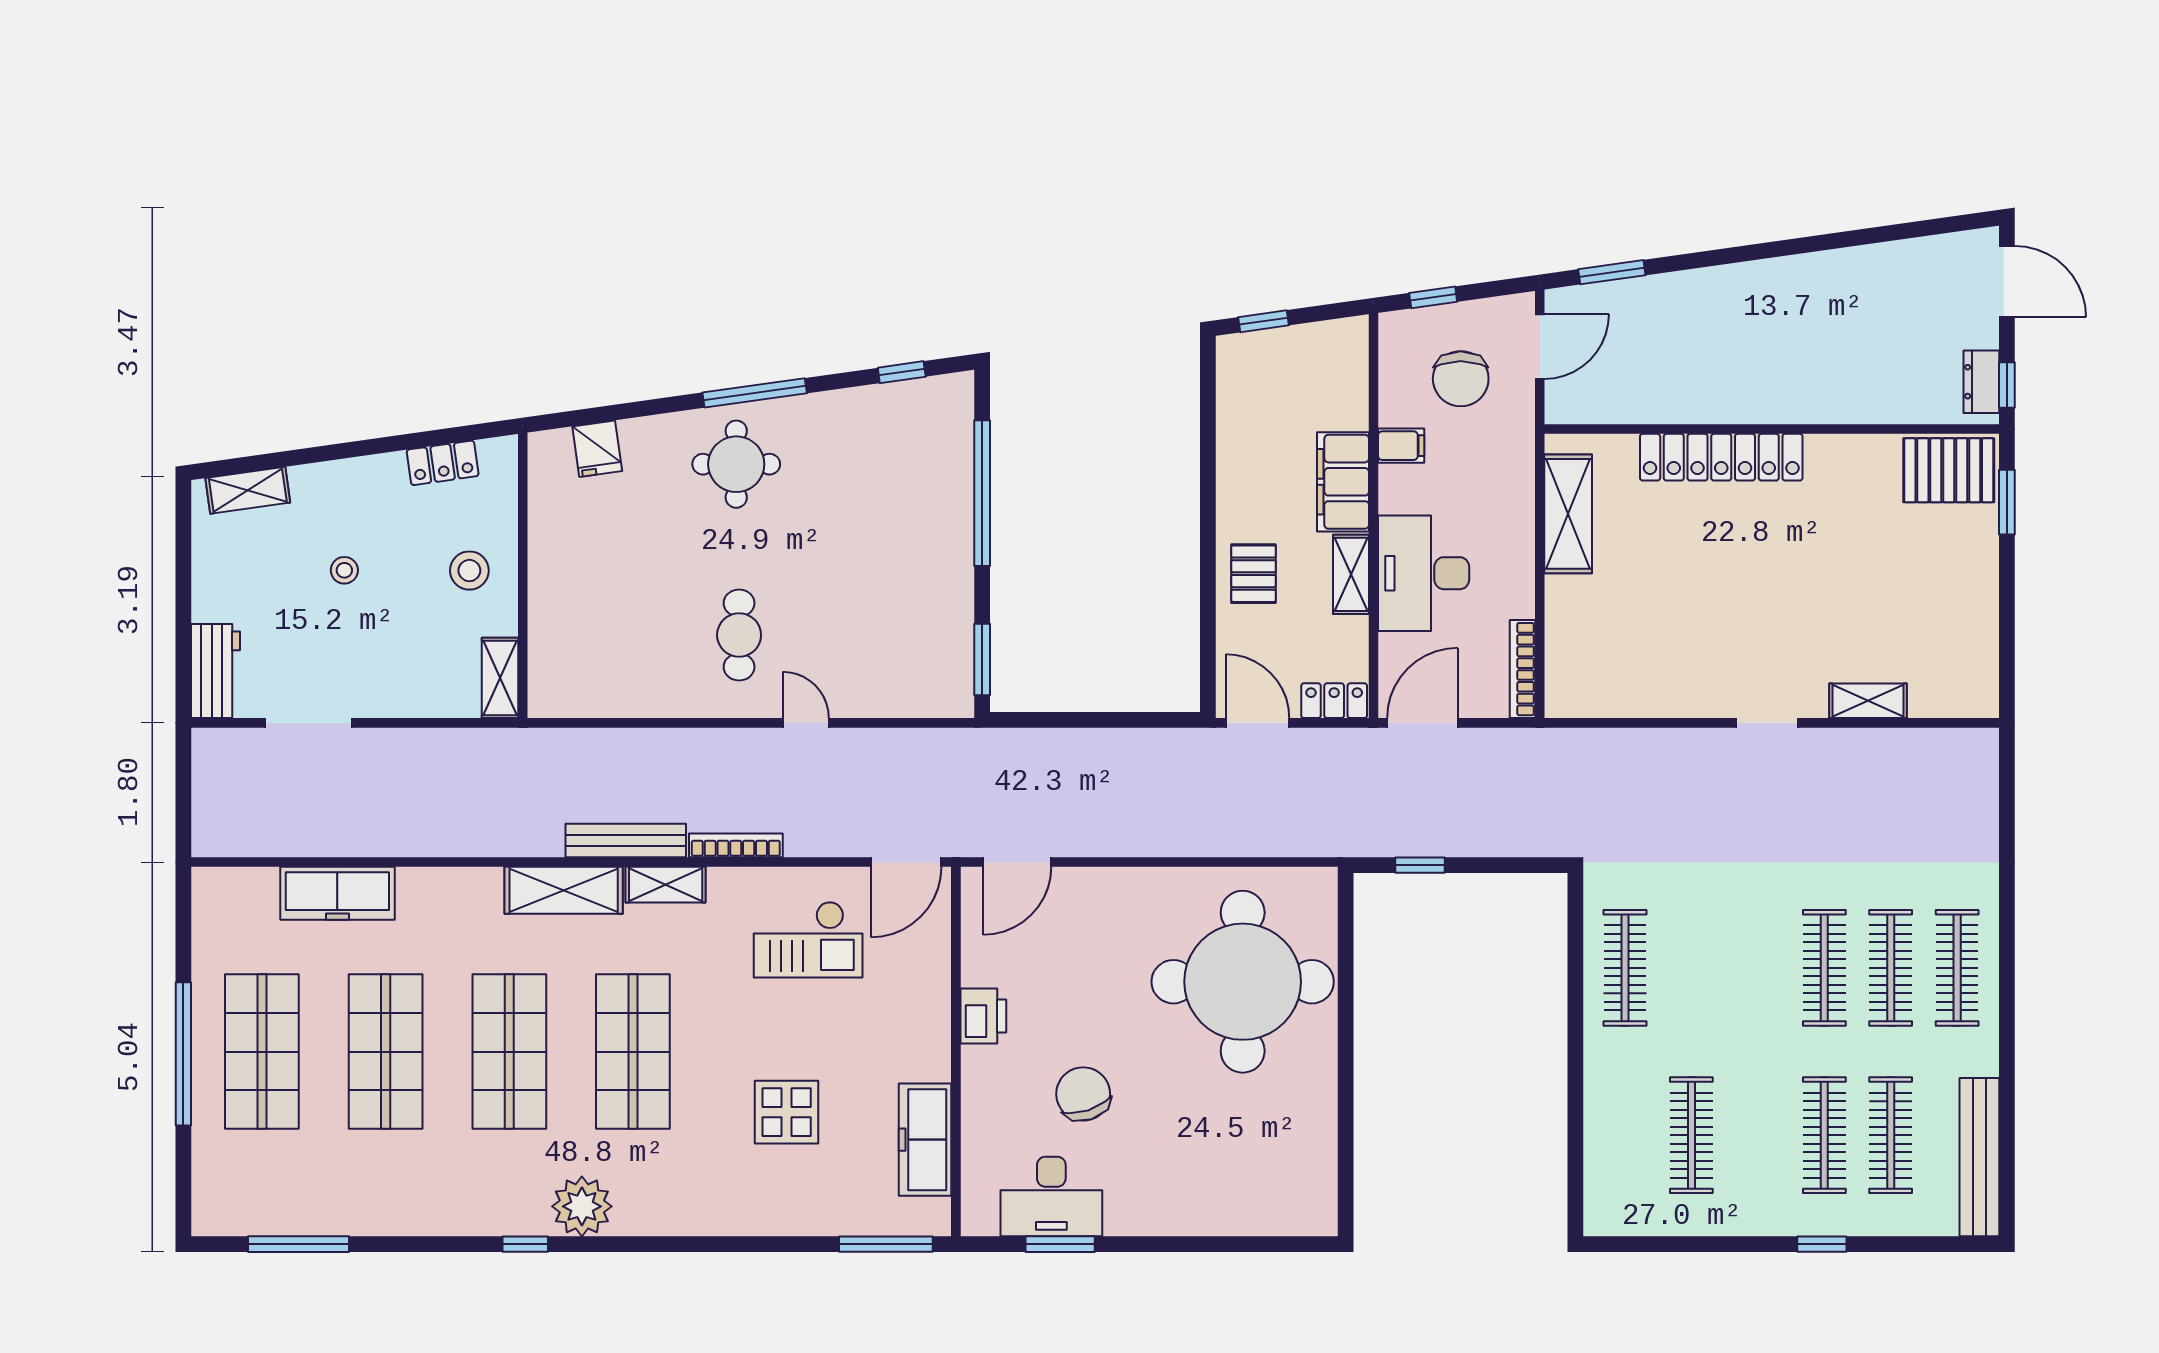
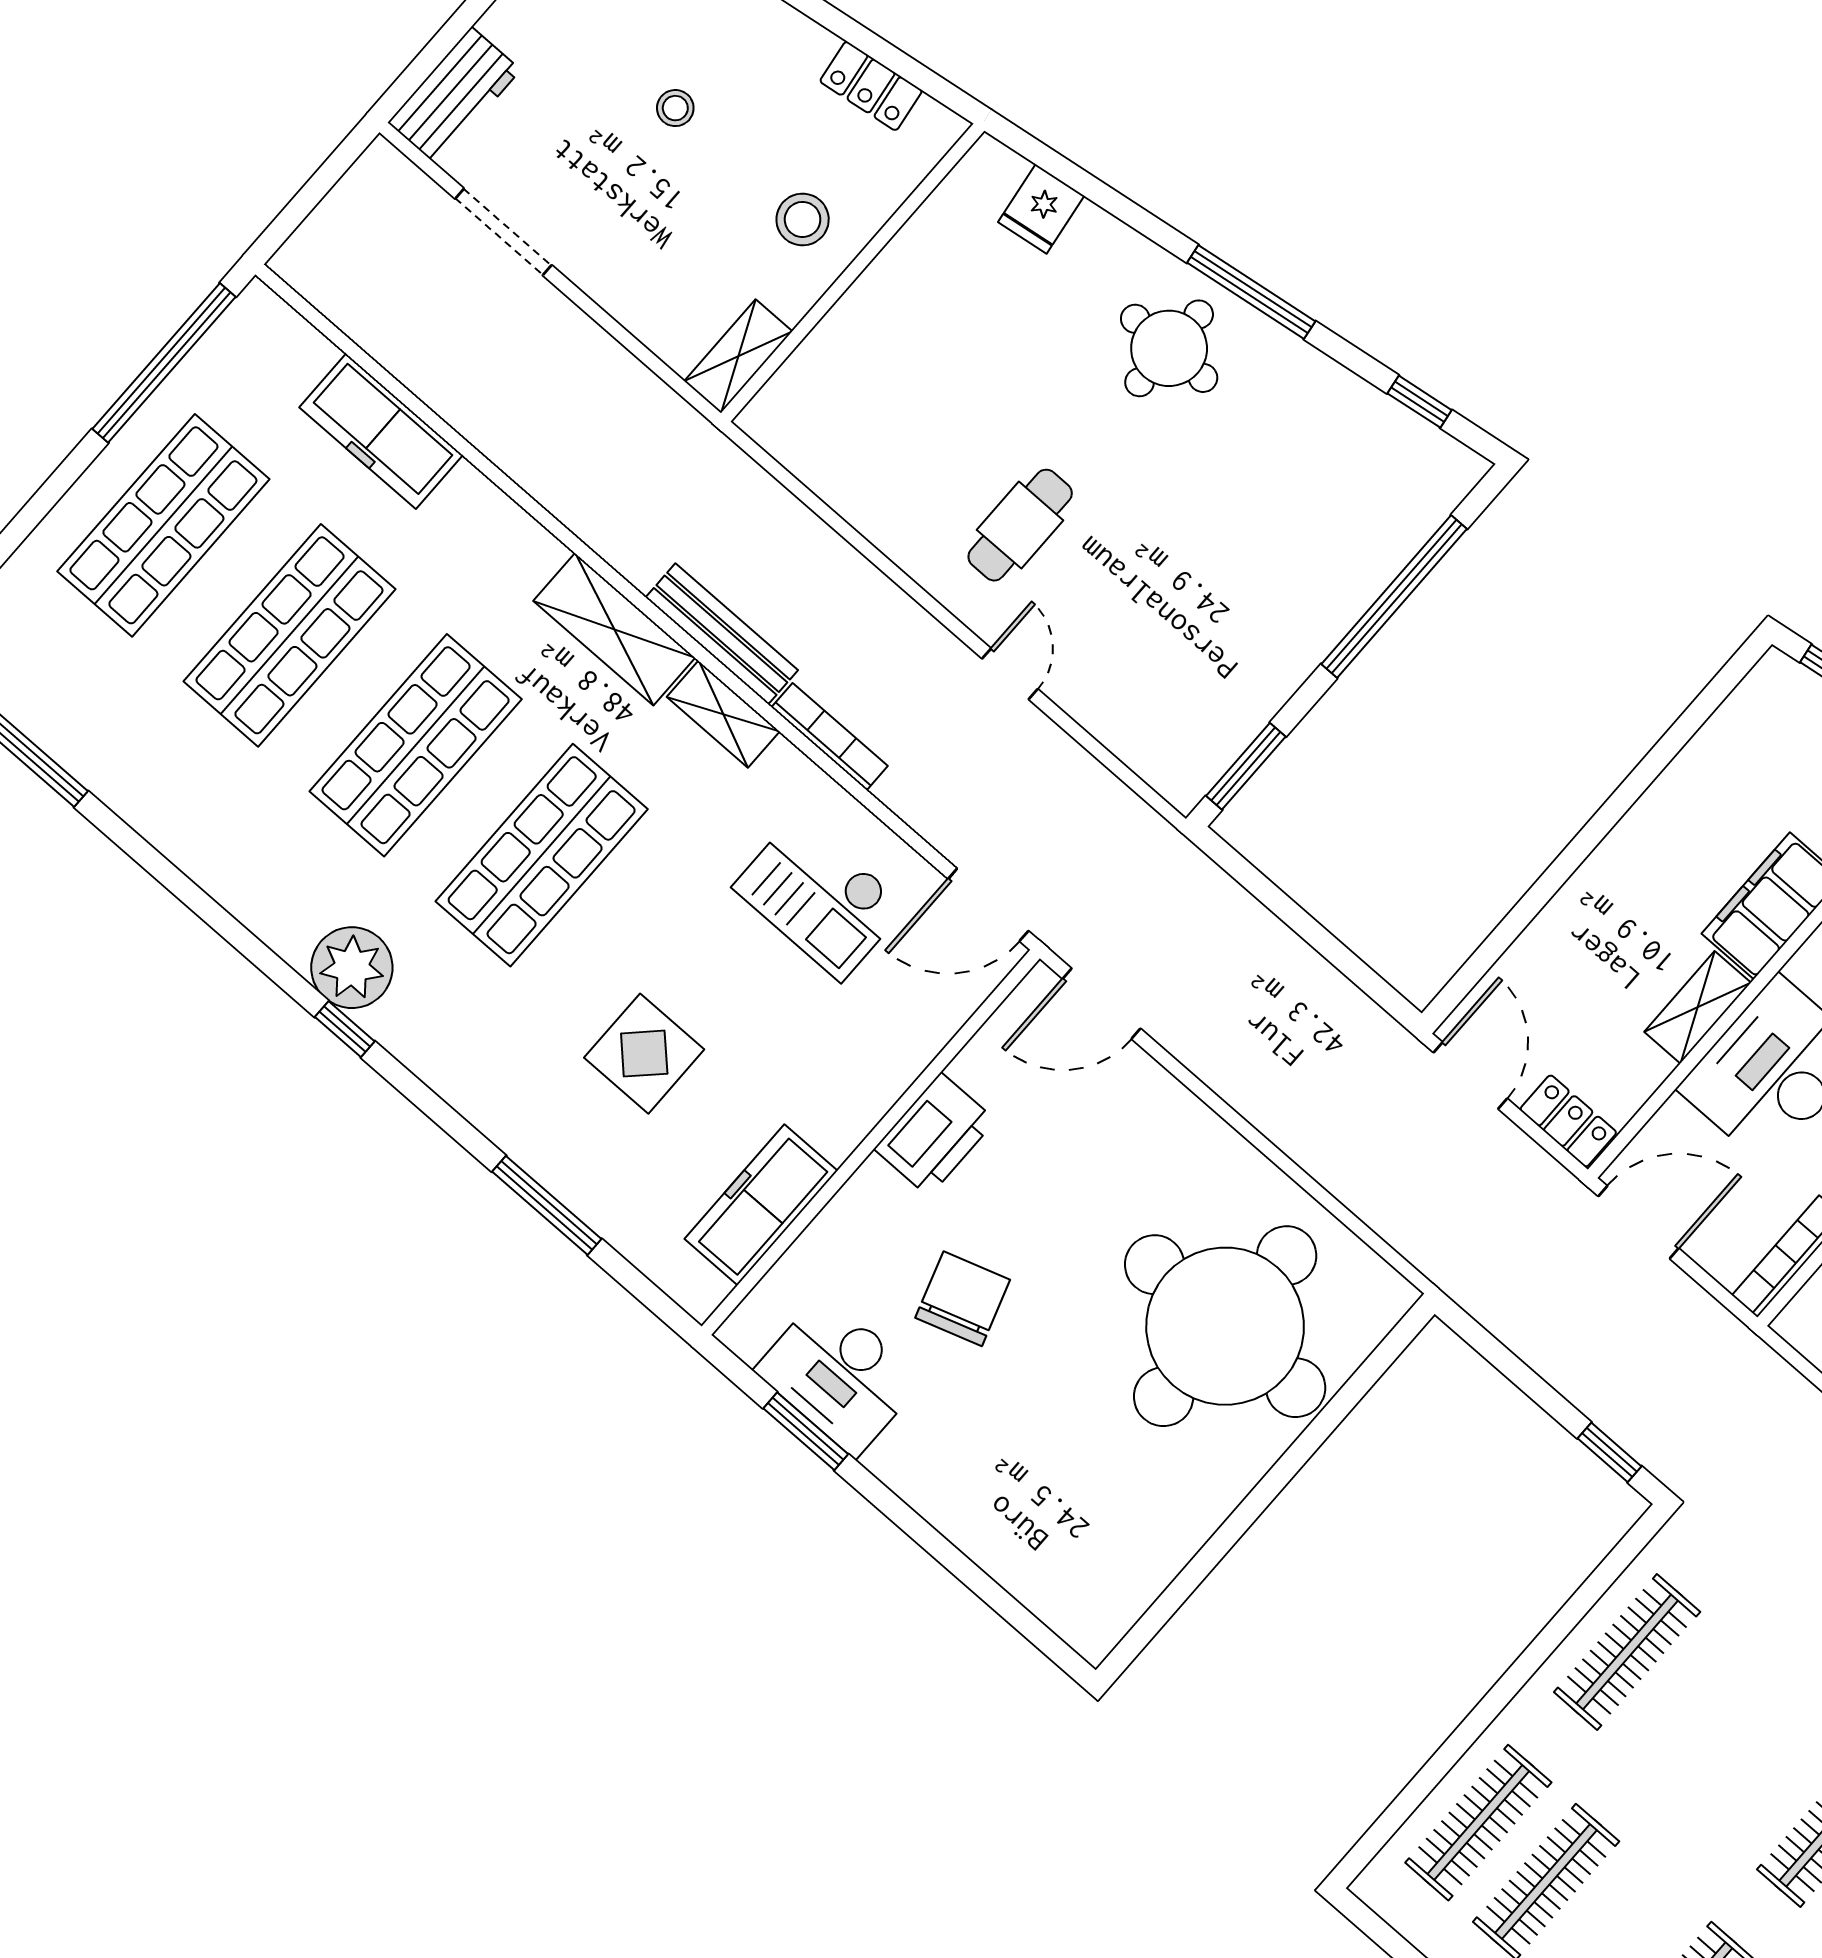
pallet: (1253, 574) -> (1599, 920), removed
window: (1420, 865) -> (1610, 1452), moved
printer: (983, 1016) -> (935, 1135), width x1.37, depth x1.19
window: (183, 1054) -> (164, 363), moved
clothes rail: (1625, 1135) -> (1478, 1823), added
window: (525, 1244) -> (345, 1029), moved
window: (886, 1244) -> (547, 1205), moved

